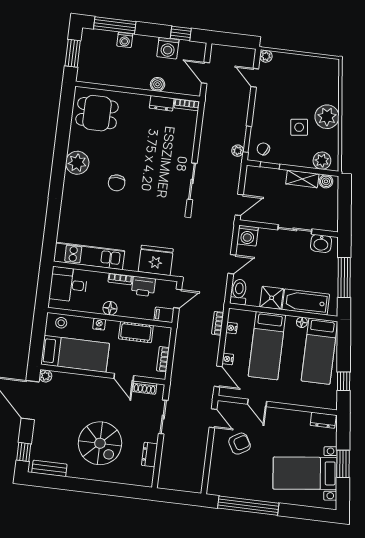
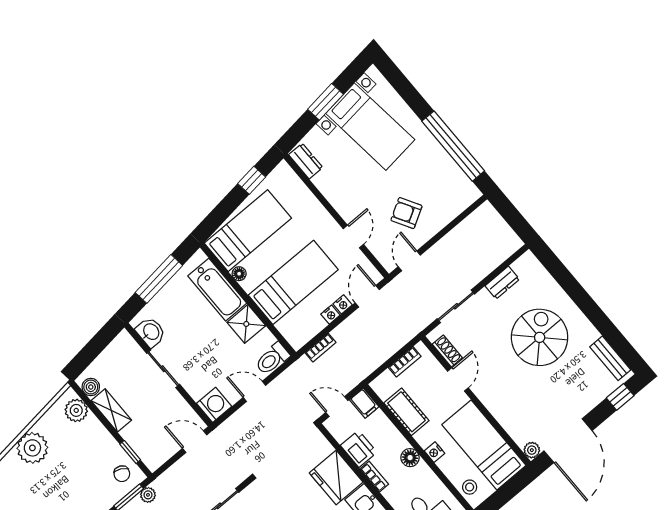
side table: (299, 127) -> (68, 463), removed
fridge: (156, 260) -> (336, 477), moved
nightstand: (232, 328) -> (330, 315), moved

